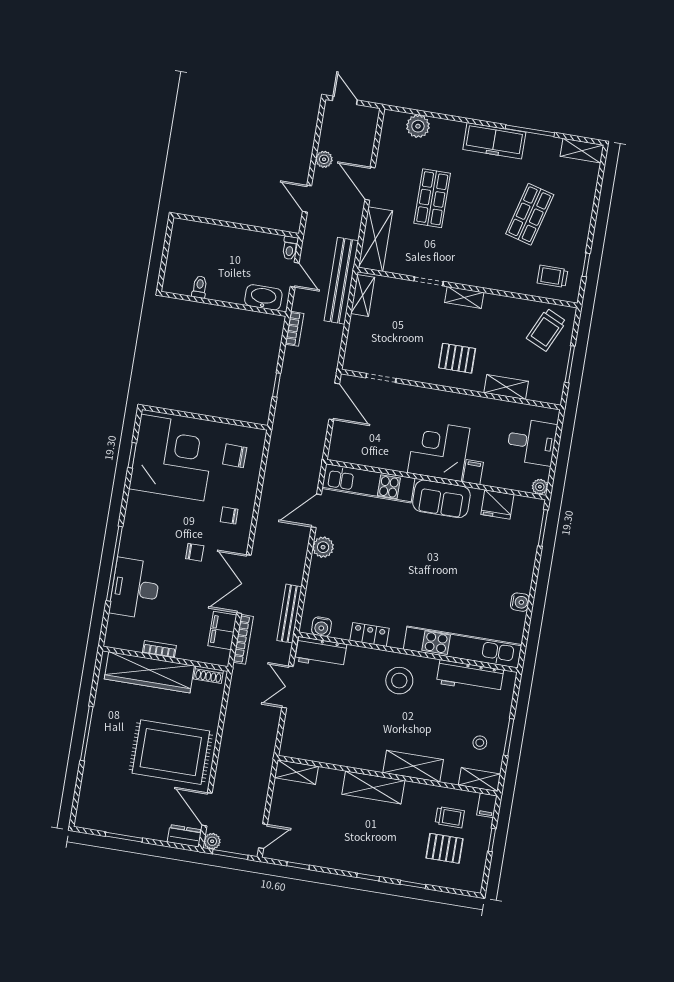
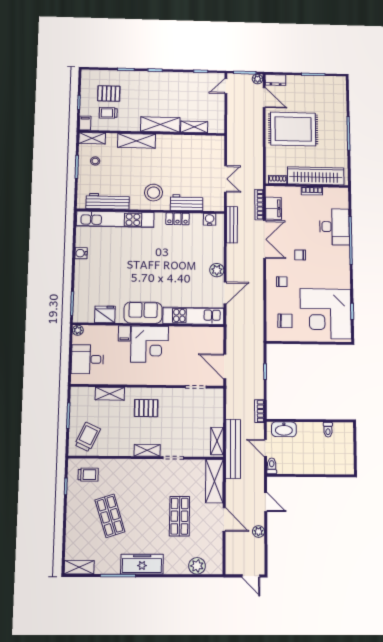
shop shelf: (530, 214) -> (110, 516), turned -33
workbench: (321, 653) -> (187, 203), moved
shelving: (296, 772) -> (194, 127), moved

